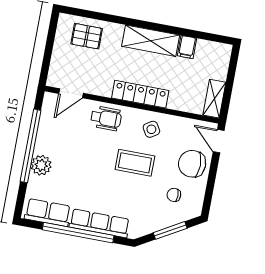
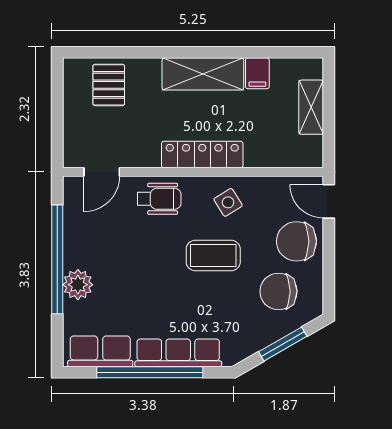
pallet: (87, 36) -> (109, 85), turned 90
shelving: (214, 99) -> (311, 107), moved
chair: (174, 195) -> (278, 291), width x1.87, depth x1.87

